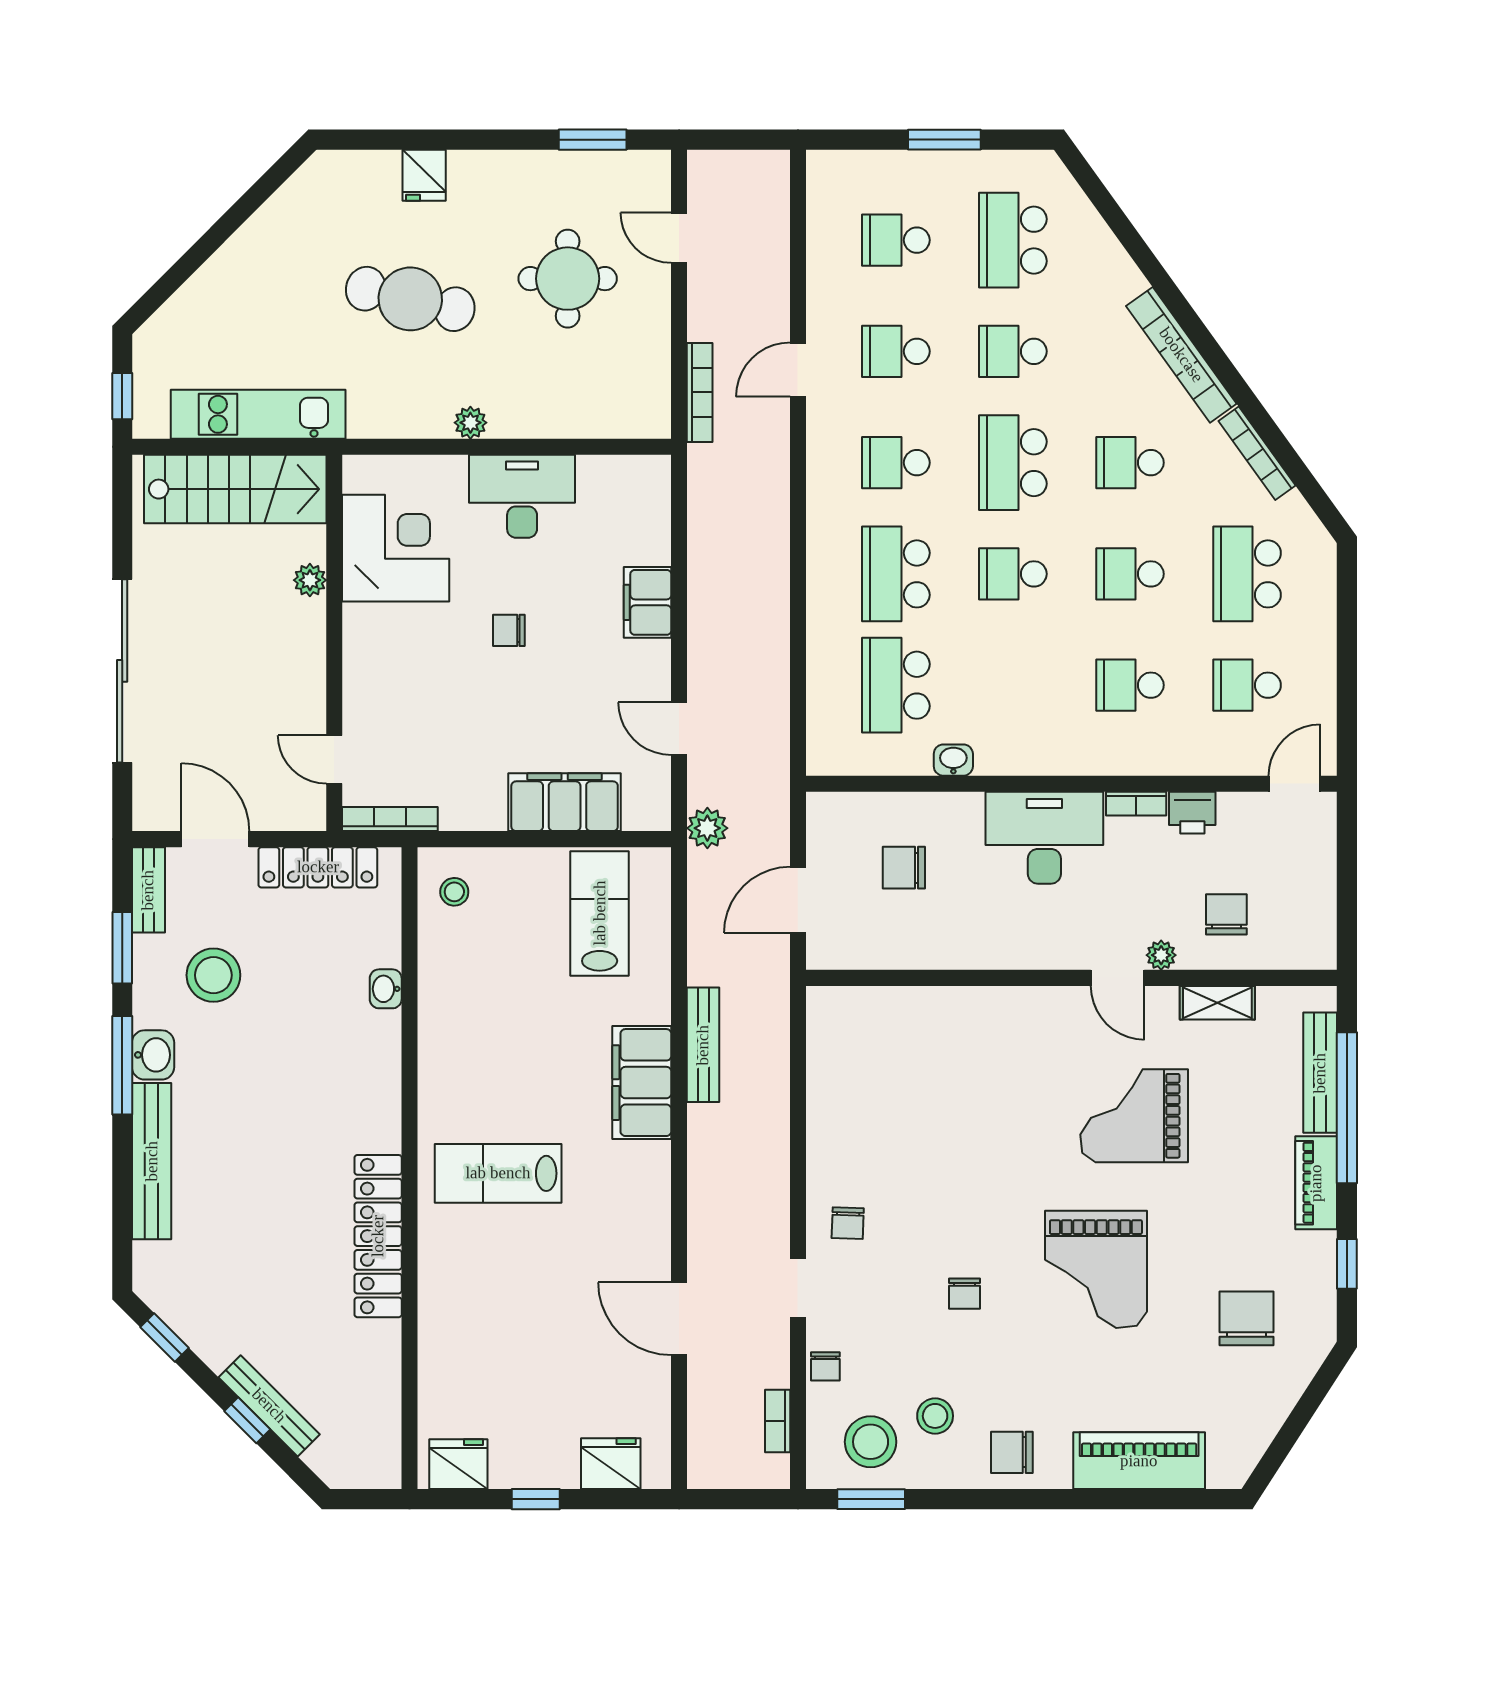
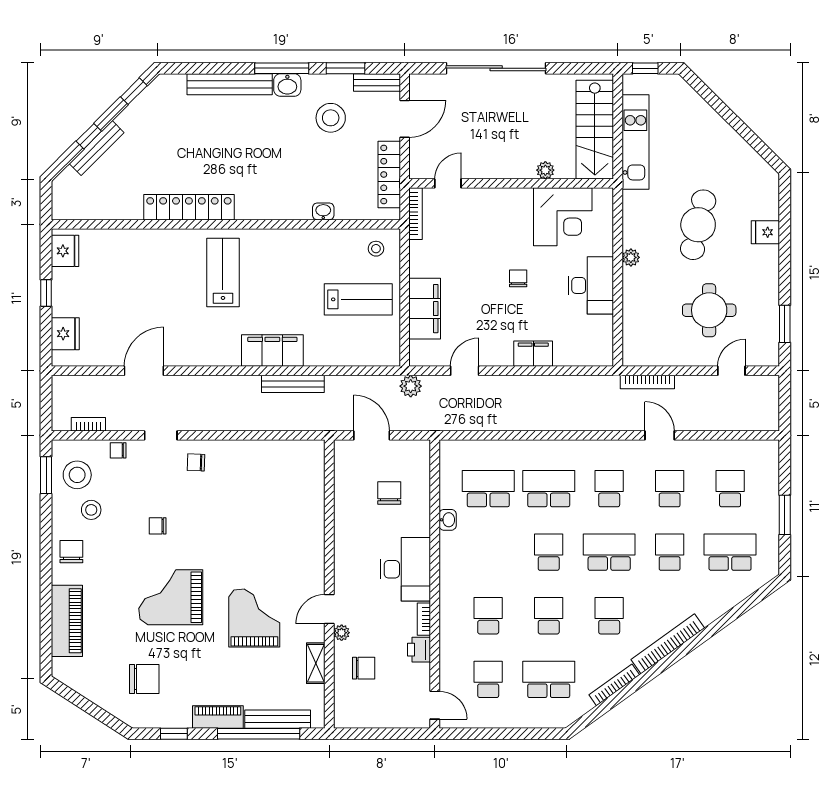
lab bench: (600, 913) -> (358, 299), moved

